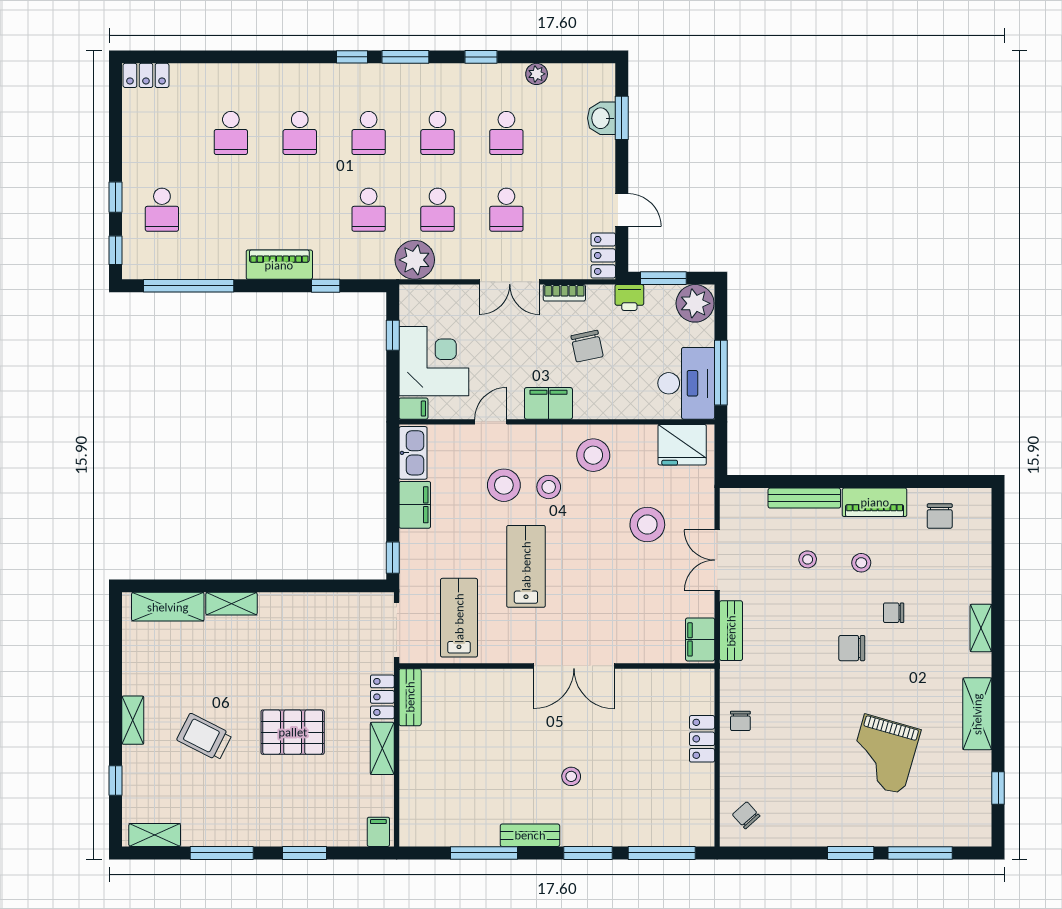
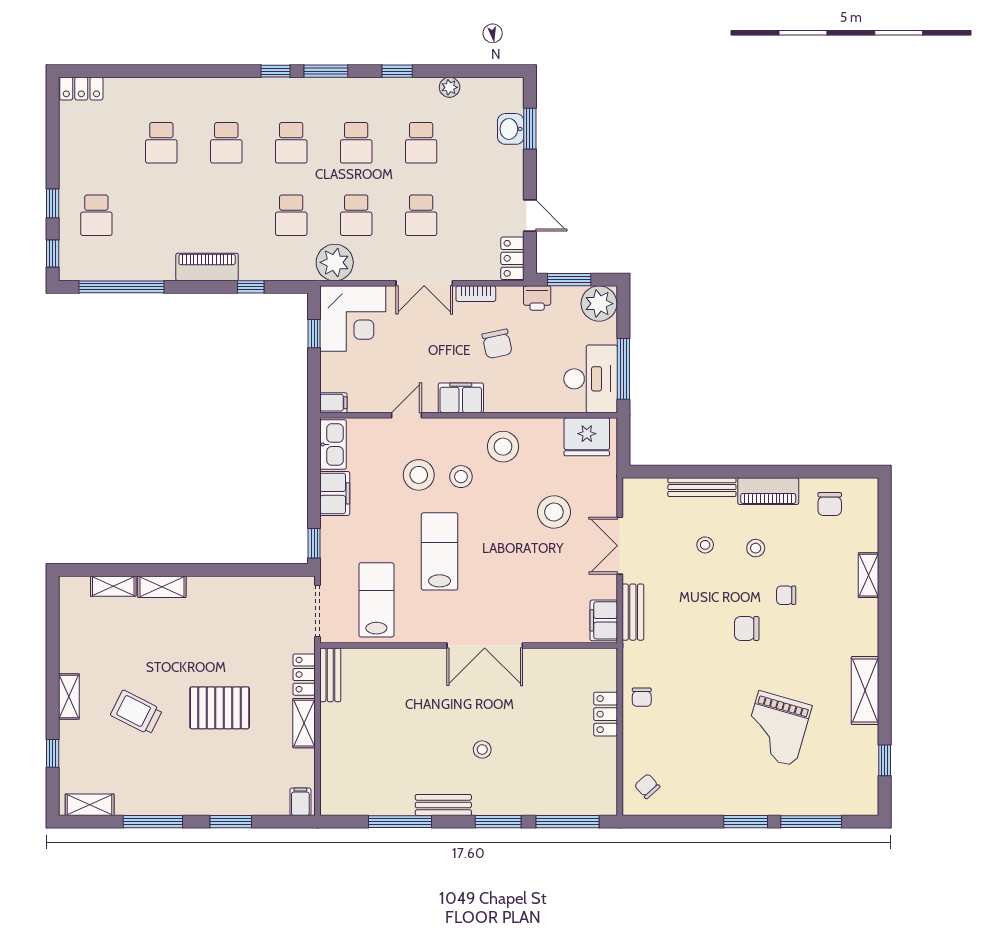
corner desk: (434, 361) -> (353, 318), moved, turned 90
shelving: (168, 607) -> (113, 586), width x0.67, depth x0.75
shelving: (981, 628) -> (869, 575), moved

